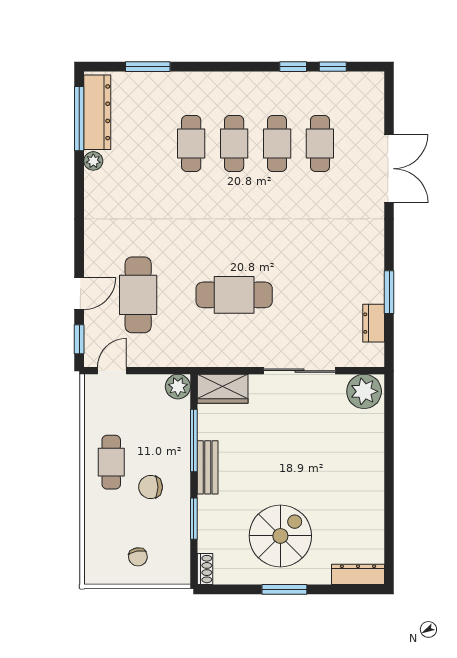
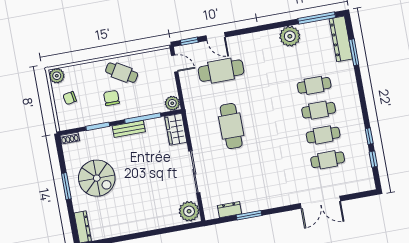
dresser: (97, 112) -> (341, 39), moved, turned 90
plant: (93, 161) -> (290, 36), width x1.88, depth x1.88
cafe table: (111, 462) -> (122, 73), turned 31
plant: (97, 572) -> (57, 76), added

